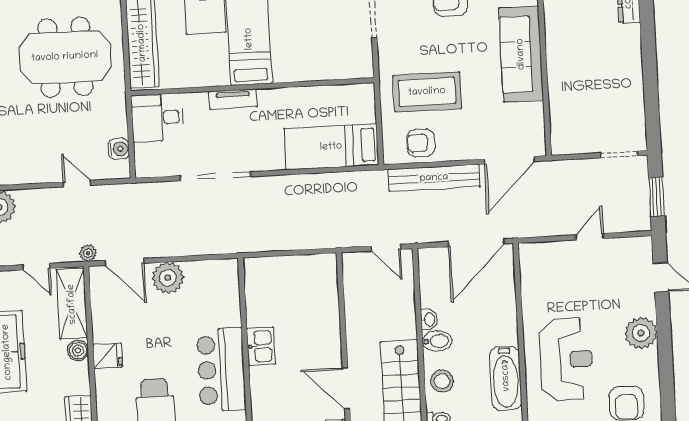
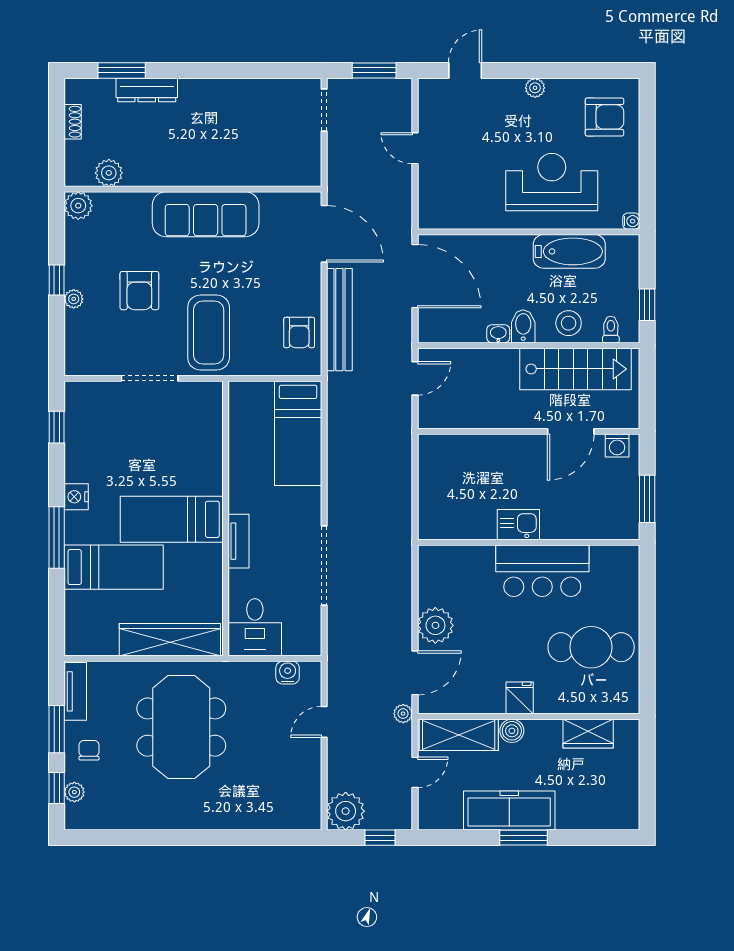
coffee table: (427, 92) -> (209, 332), moved
plant: (641, 333) -> (535, 88), width x0.53, depth x0.53

